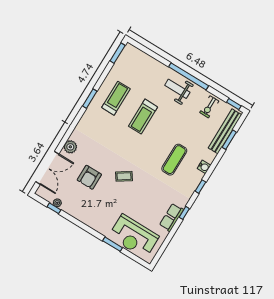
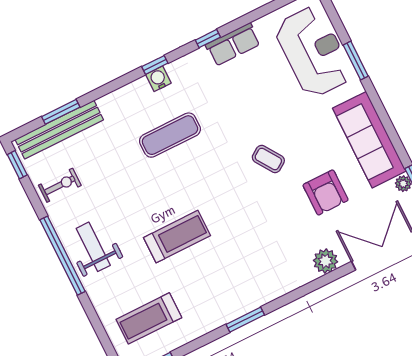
weight bench: (177, 89) -> (93, 247), turned 180
treadmill: (116, 98) -> (149, 318), moved
water cooler: (204, 167) -> (158, 79), moved
armchair: (89, 177) -> (326, 193), turned 90
sofa: (85, 213) -> (369, 140), added

